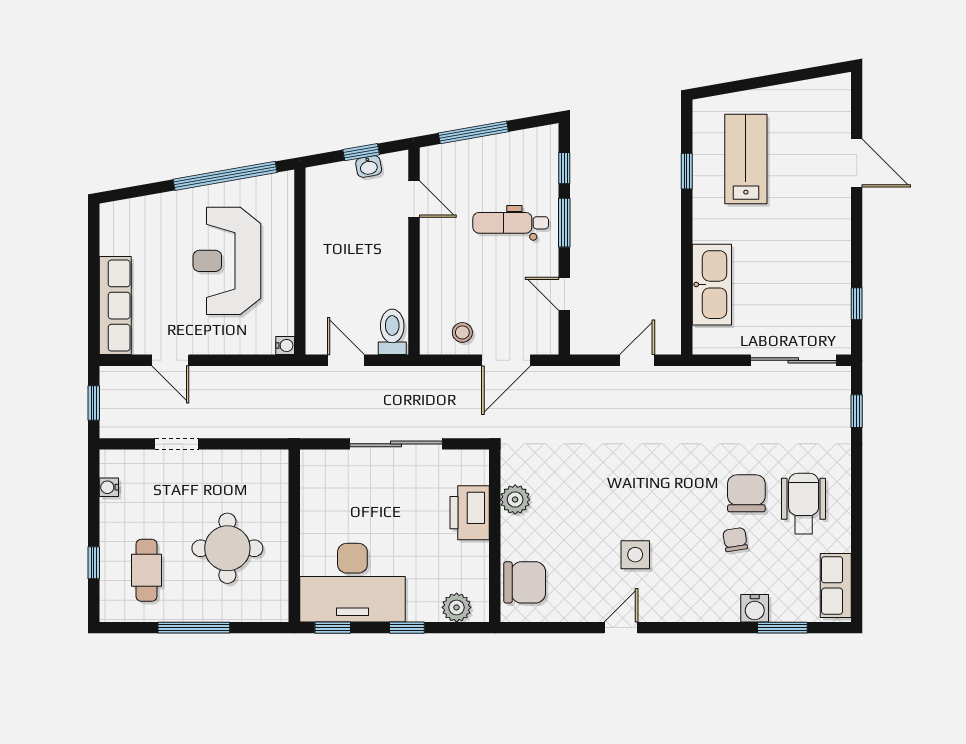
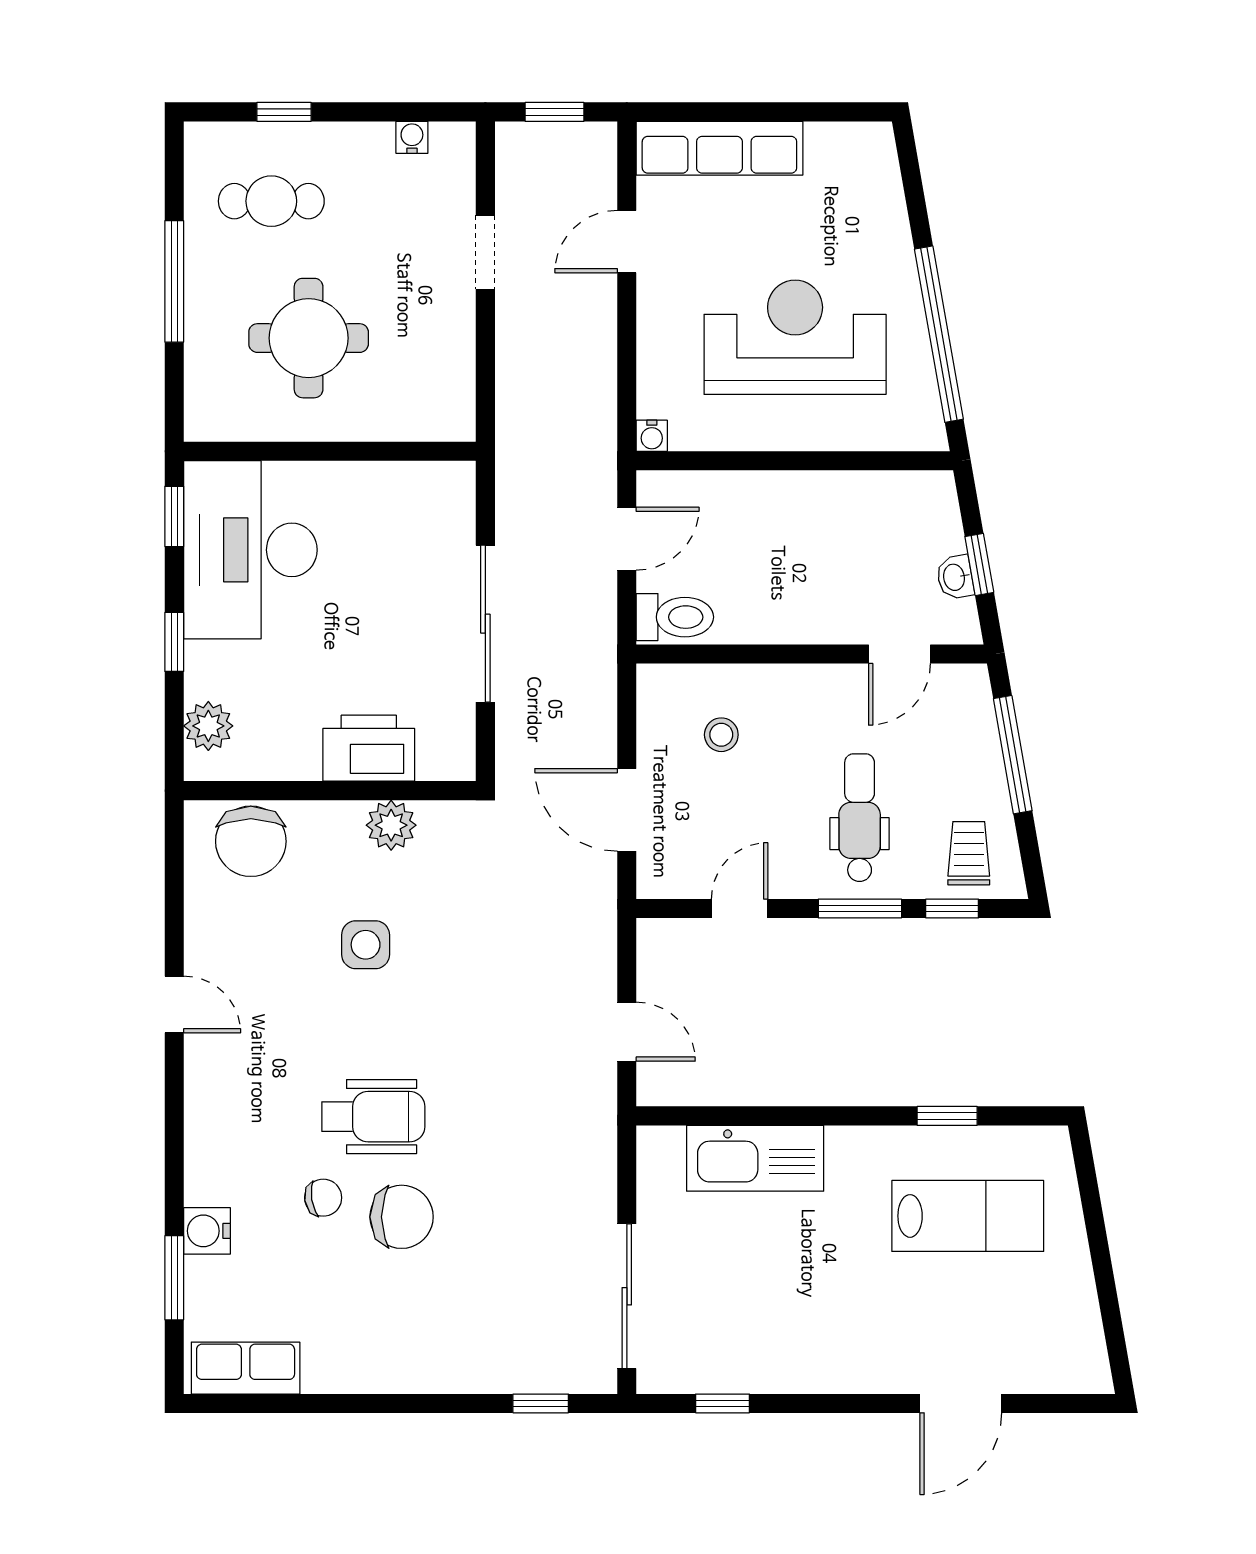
trolley: (532, 158) -> (969, 853), added
stool: (462, 332) -> (721, 735), moved
wheelchair: (804, 504) -> (373, 1117), moved
side table: (635, 555) -> (366, 945), moved

